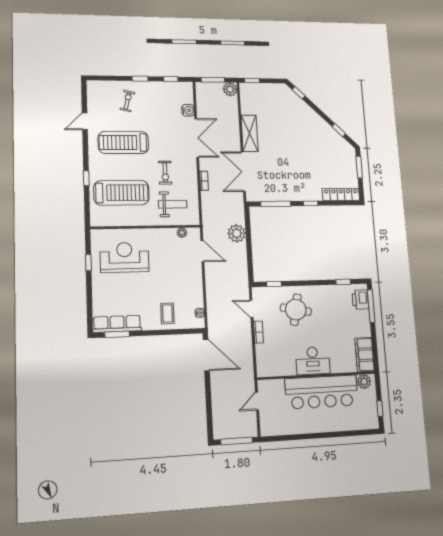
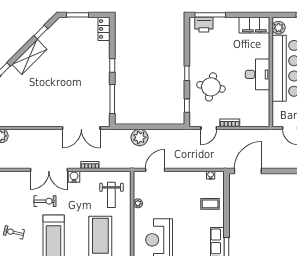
water cooler: (188, 110) -> (74, 177), moved
shelving: (250, 133) -> (29, 57), moved, turned -45
double door: (197, 138) -> (49, 170), swing flipped
exercise bike: (165, 173) -> (45, 201), moved
locker: (341, 194) -> (104, 29), width x0.66
weight bench: (173, 204) -> (111, 195), turned 180
plant: (182, 233) -> (138, 203), moved
window: (343, 282) -> (187, 73), moved

